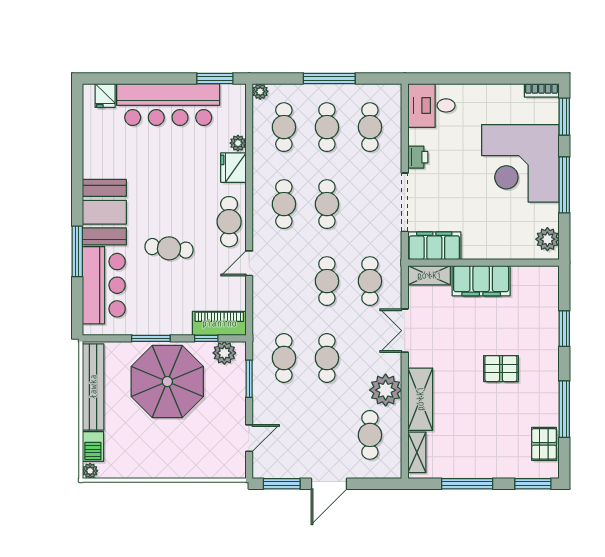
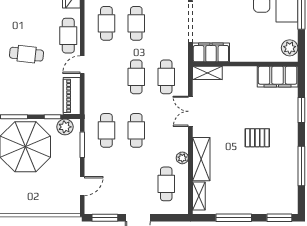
filing cabinet: (481, 281) -> (278, 77), moved
piano: (219, 323) -> (72, 96), moved, turned -90
plant: (386, 390) -> (182, 158), width x0.53, depth x0.53
pallet: (544, 444) -> (287, 190), removed

